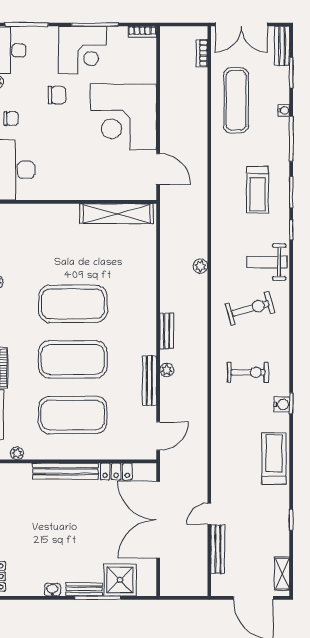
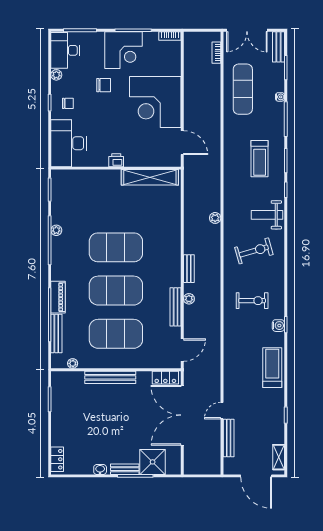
printer: (73, 192) -> (116, 160), added
locker: (116, 471) -> (165, 378), moved

